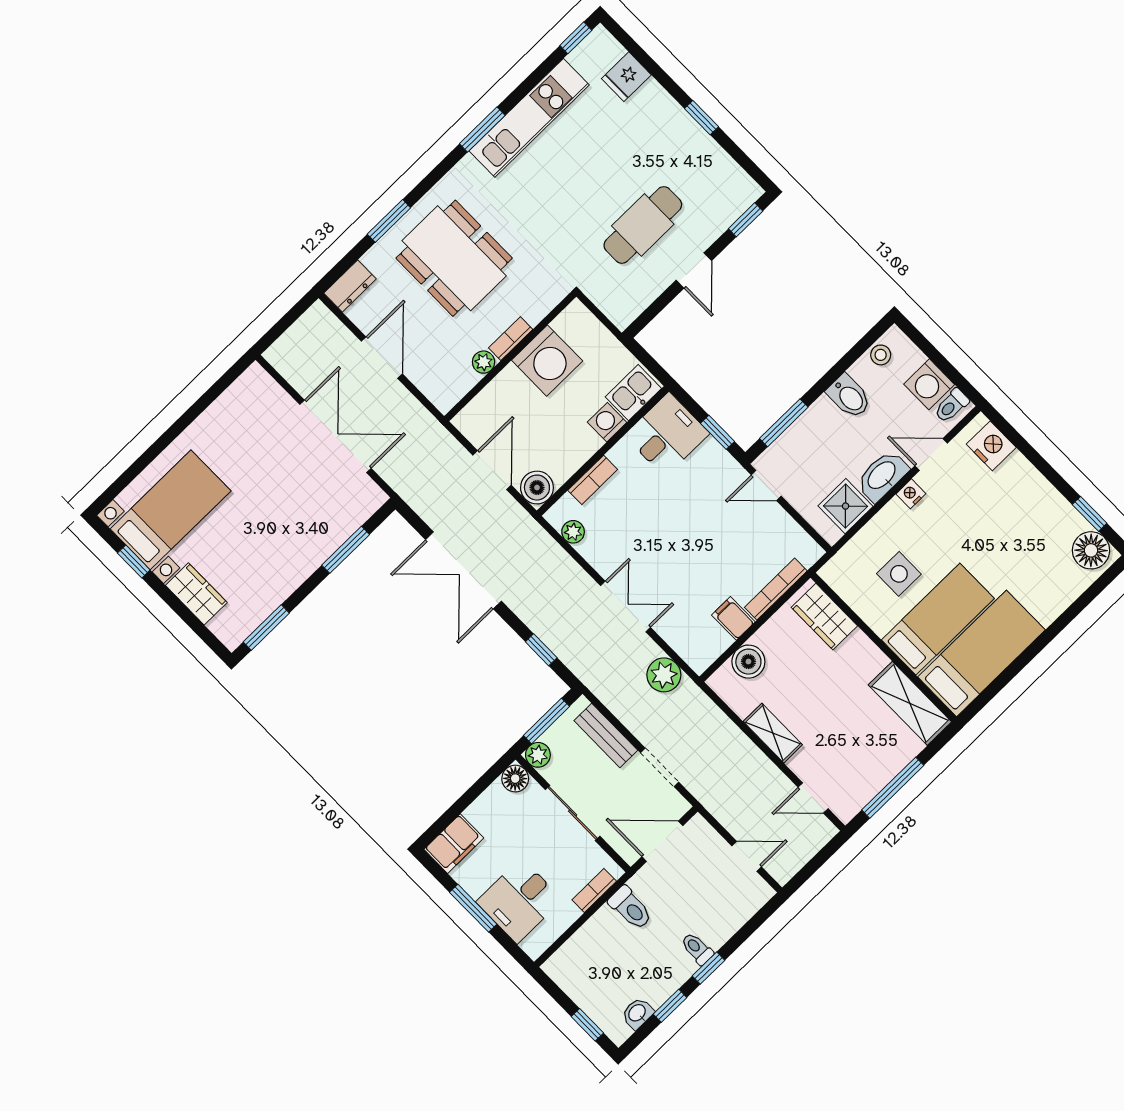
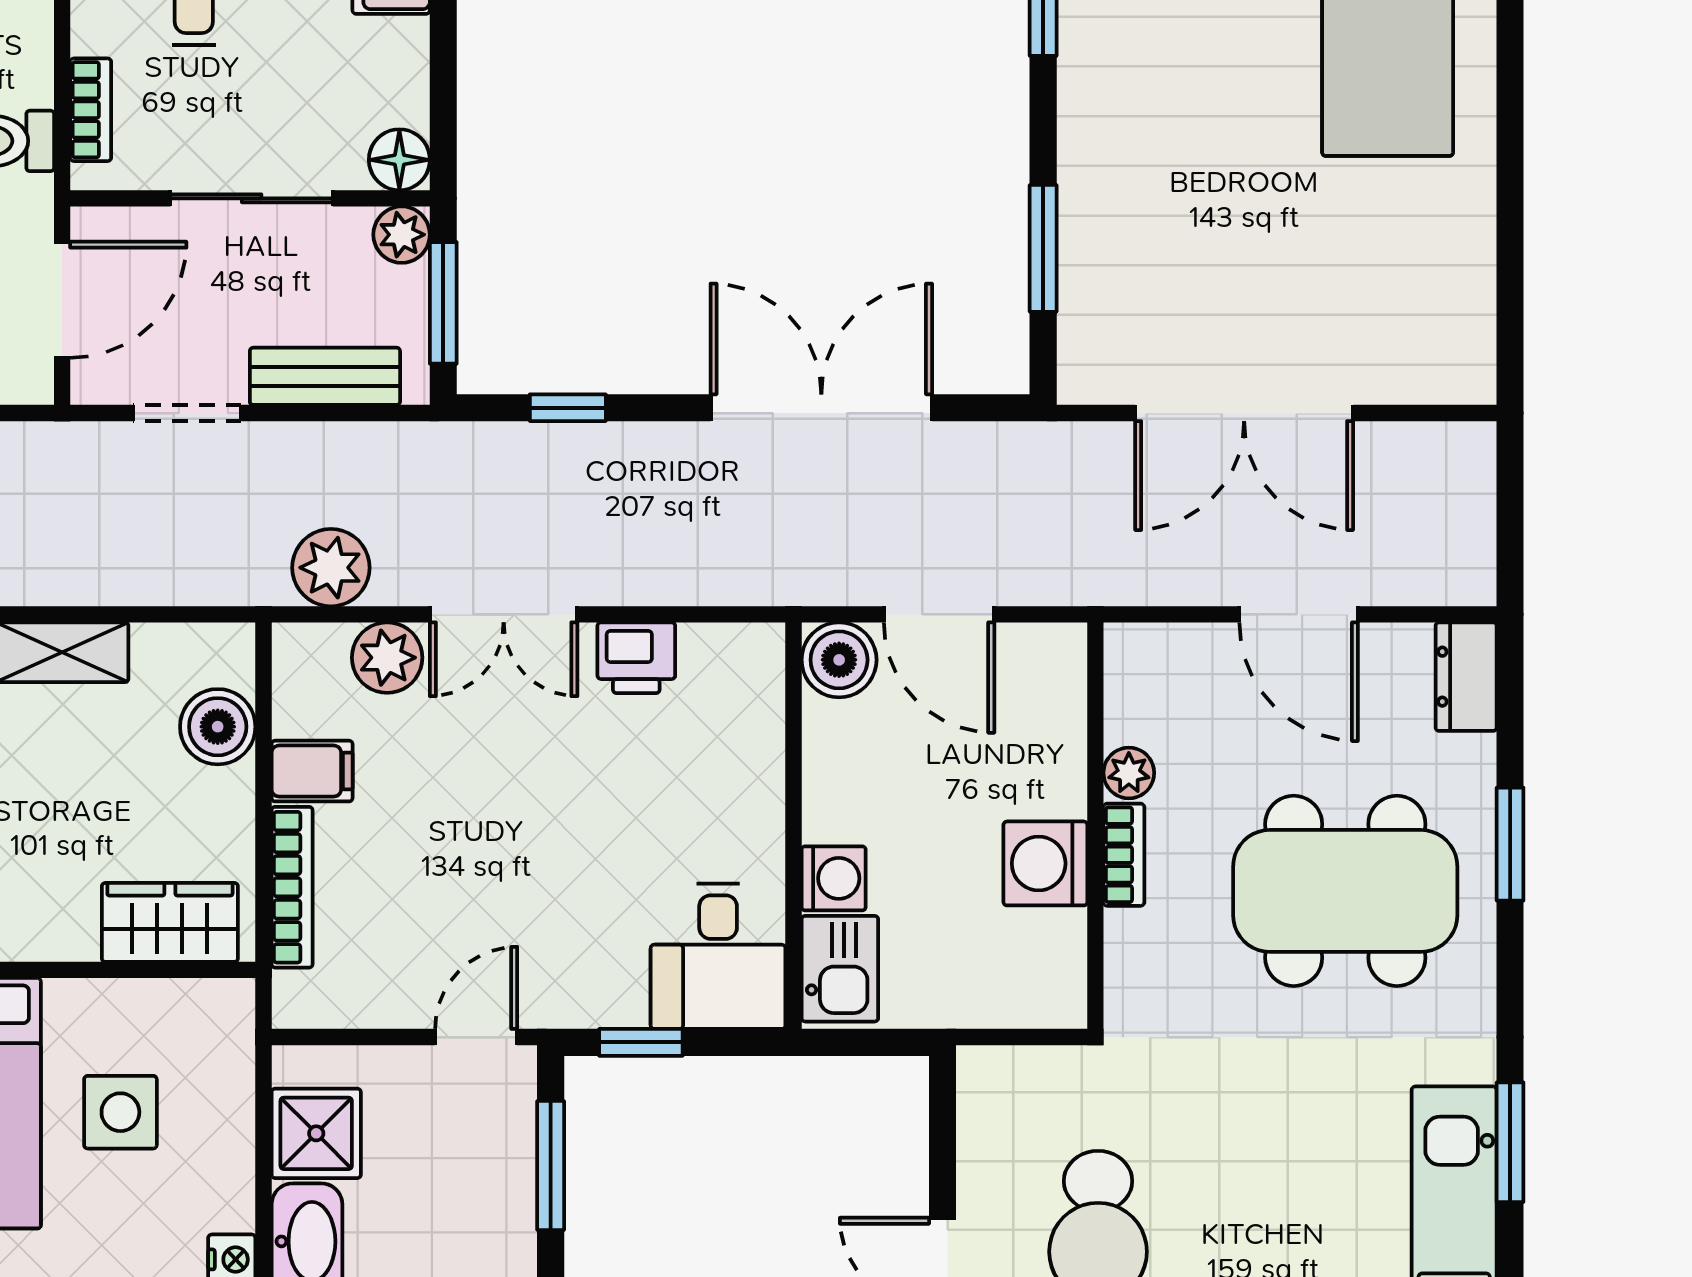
washing machine: (547, 361) -> (1045, 863), width x0.73, depth x0.73
bookcase: (593, 480) -> (763, 763), removed
plant: (573, 532) -> (387, 658), moved, width x1.38, depth x1.38
printer: (598, 552) -> (636, 658), added

